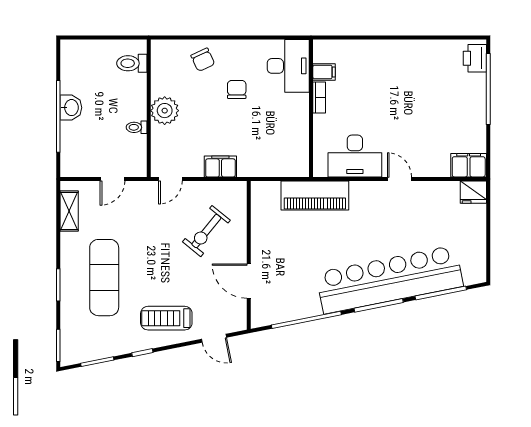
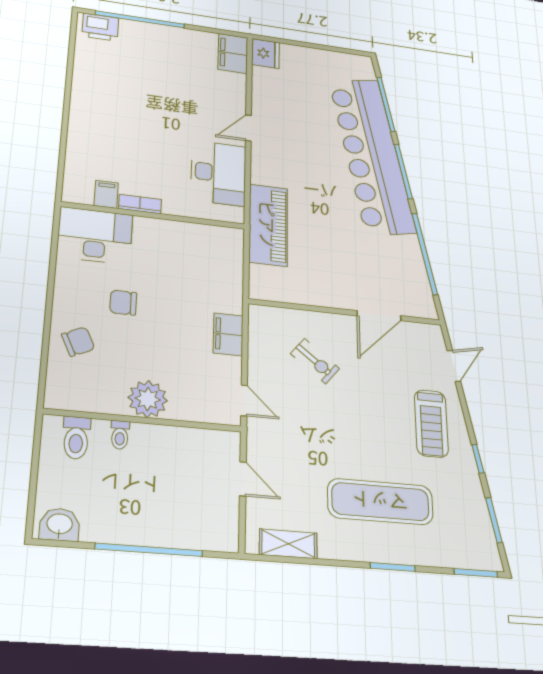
washbasin: (71, 108) -> (60, 525), moved
toilet: (137, 127) -> (120, 435), moved
exercise bike: (206, 231) -> (315, 361), width x0.73, depth x0.72

